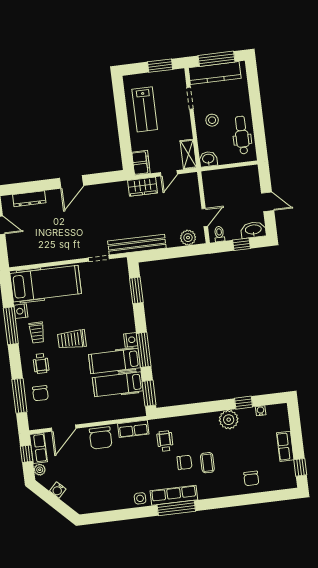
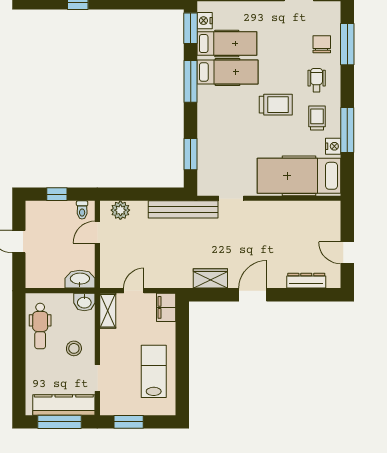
wardrobe: (143, 187) -> (210, 278), moved
washbasin: (253, 230) -> (80, 279), moved, turned 180
nightstand: (131, 340) -> (205, 21), moved

